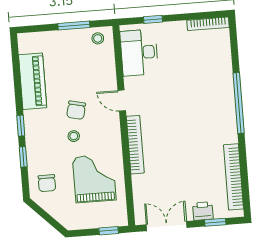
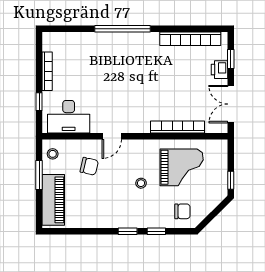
bookcase: (208, 24) -> (47, 71), moved
piano: (33, 81) -> (53, 200), moved, turned 90
chair: (76, 110) -> (89, 166), moved
bookcase: (135, 145) -> (178, 127), moved
grand piano: (94, 178) -> (182, 167), turned 180
window: (109, 231) -> (231, 180), moved

